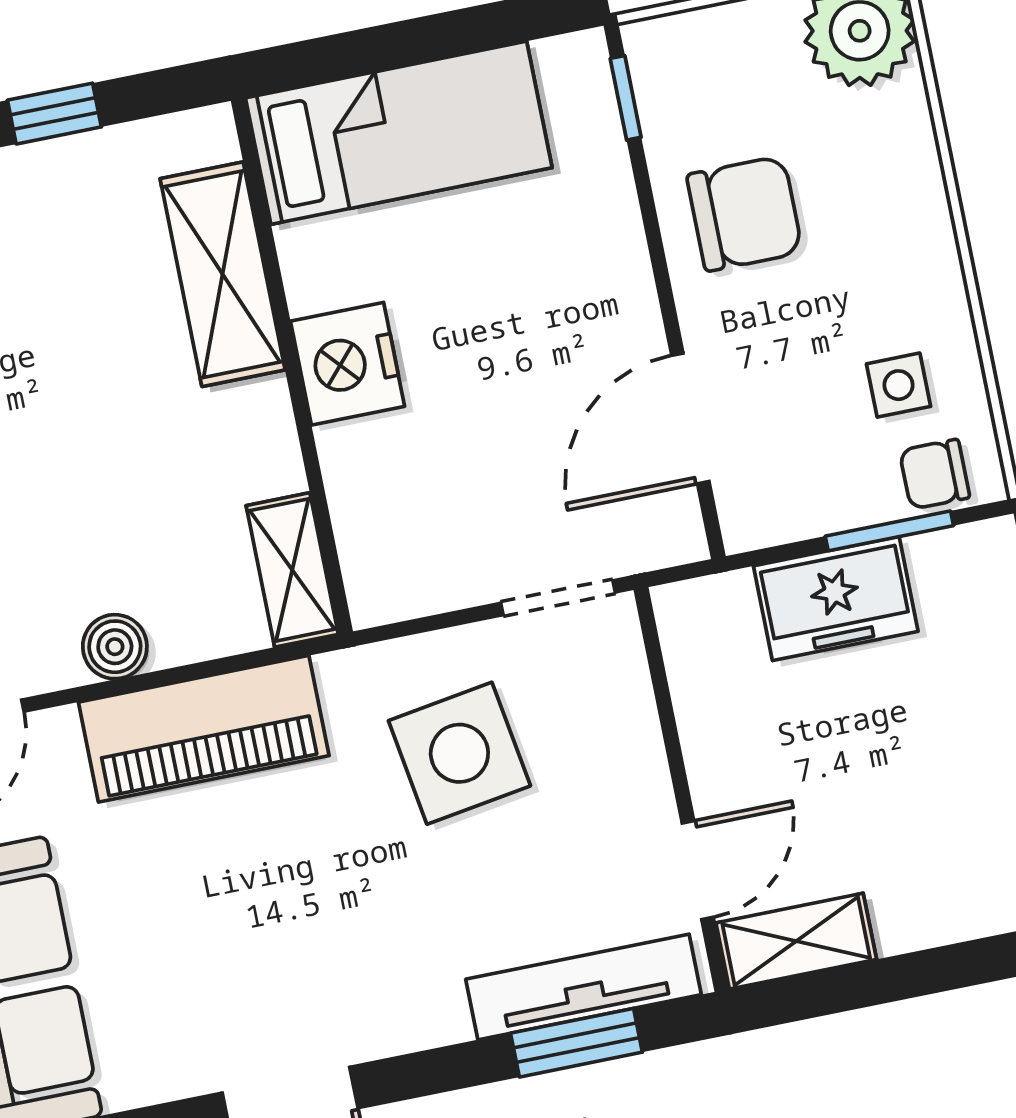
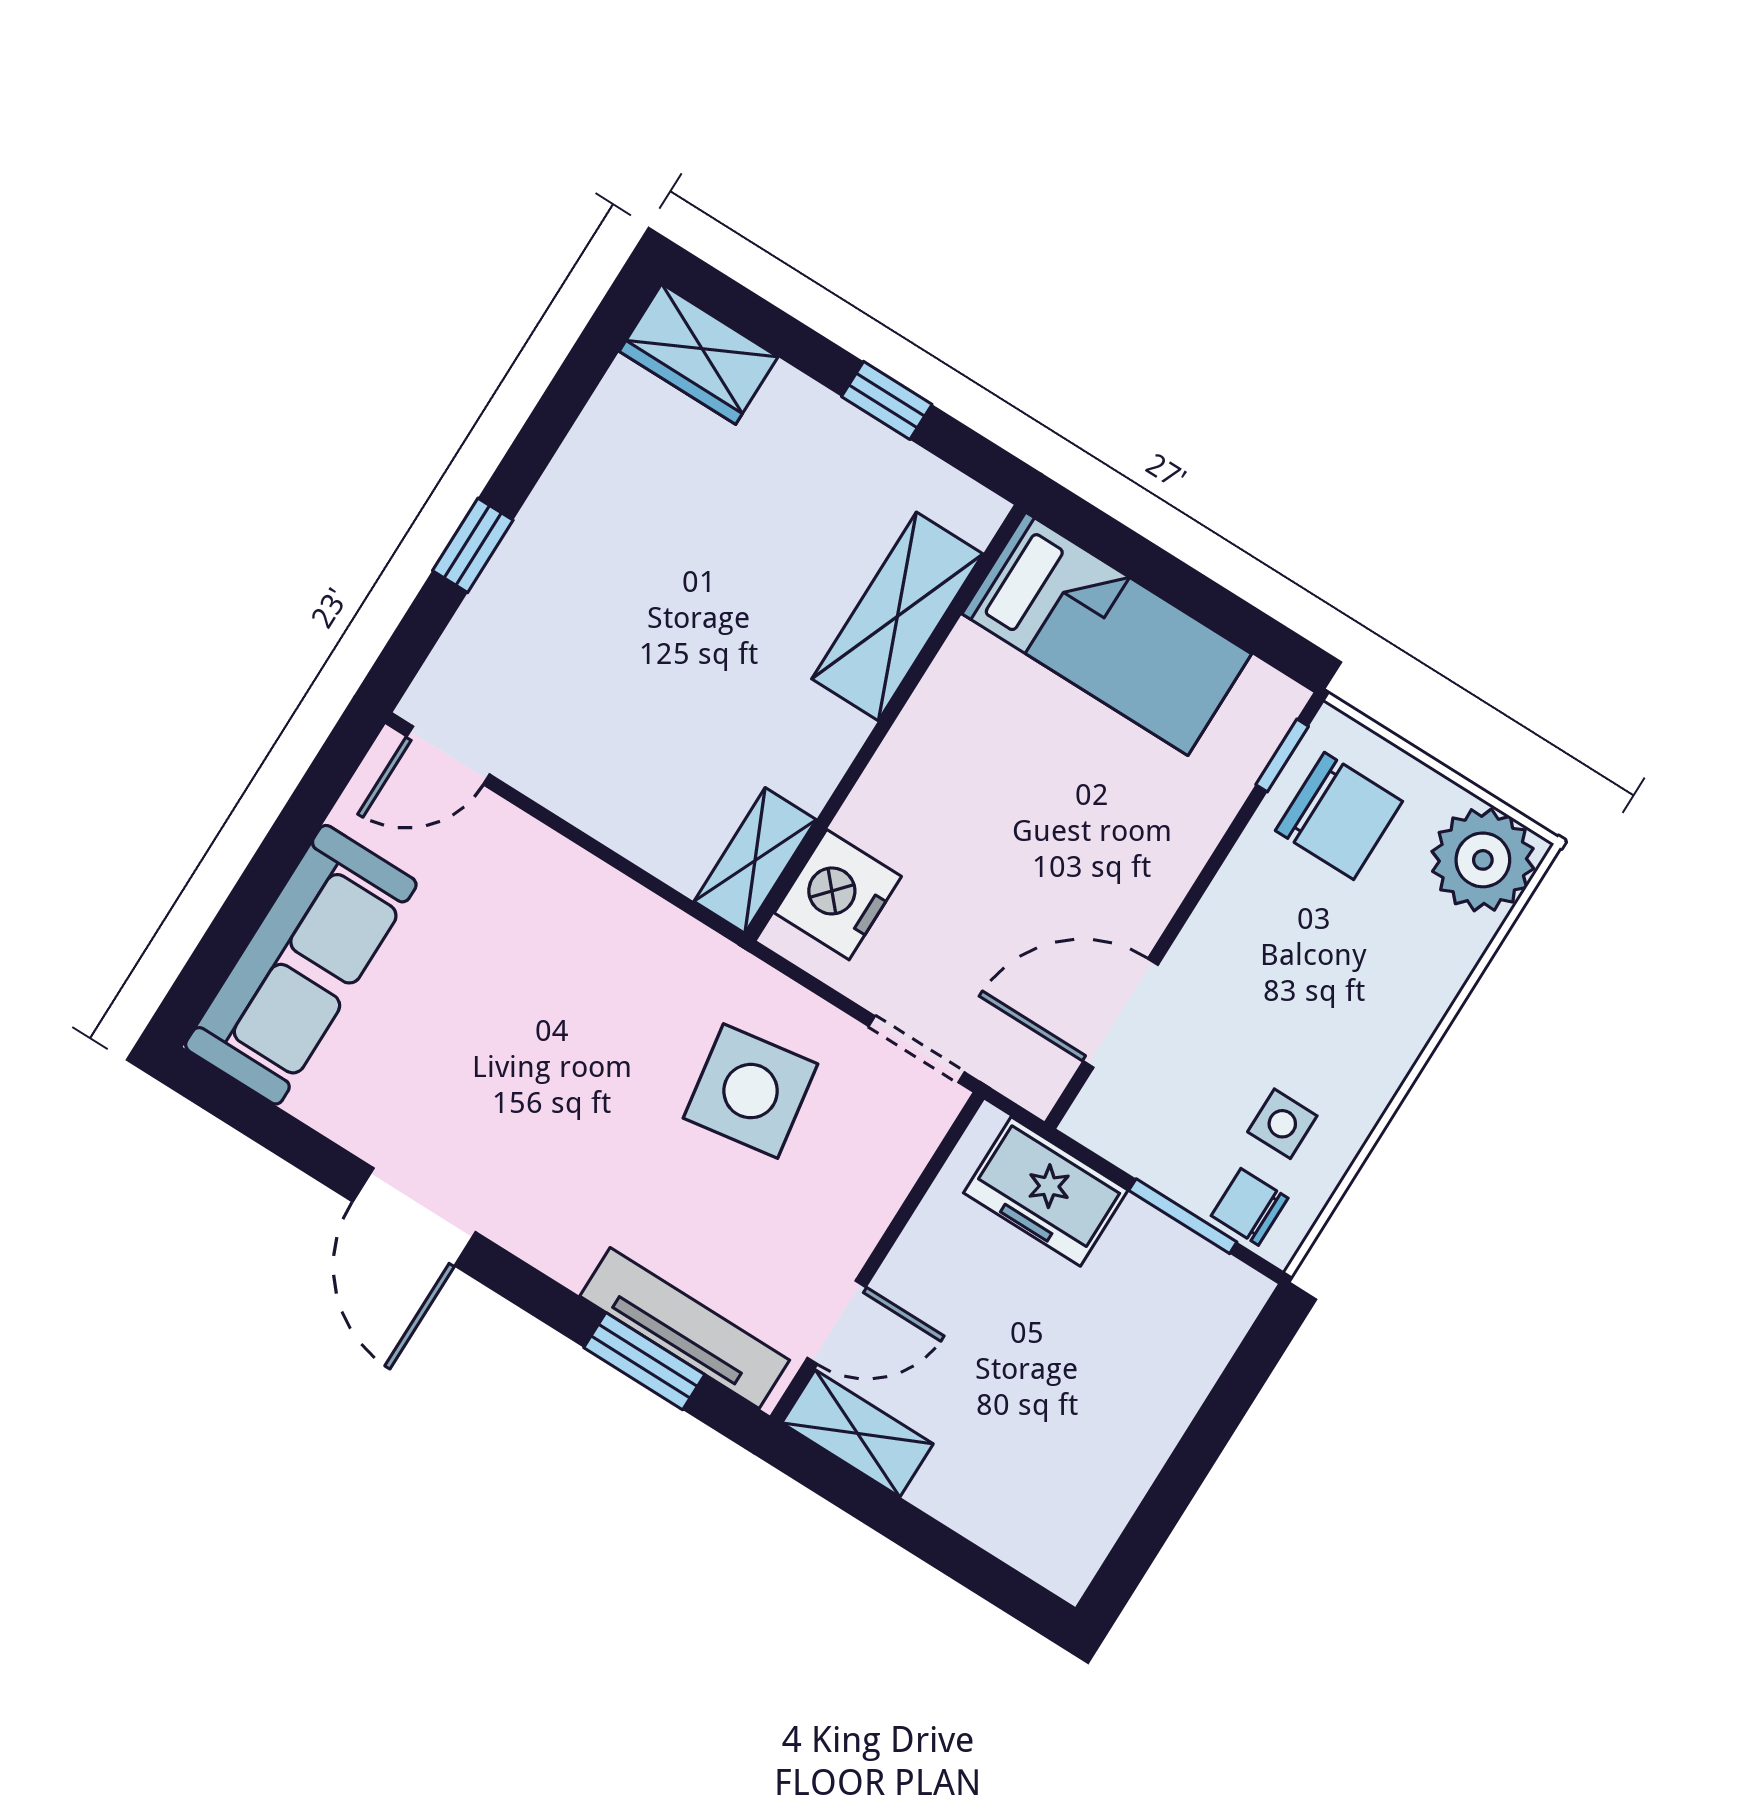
chair: (745, 214) -> (1339, 816), moved
nightstand: (348, 364) -> (838, 895), moved
freezer: (836, 599) -> (1046, 1191), moved
boiler: (115, 647) -> (586, 799), removed
piano: (204, 729) -> (594, 911), removed

